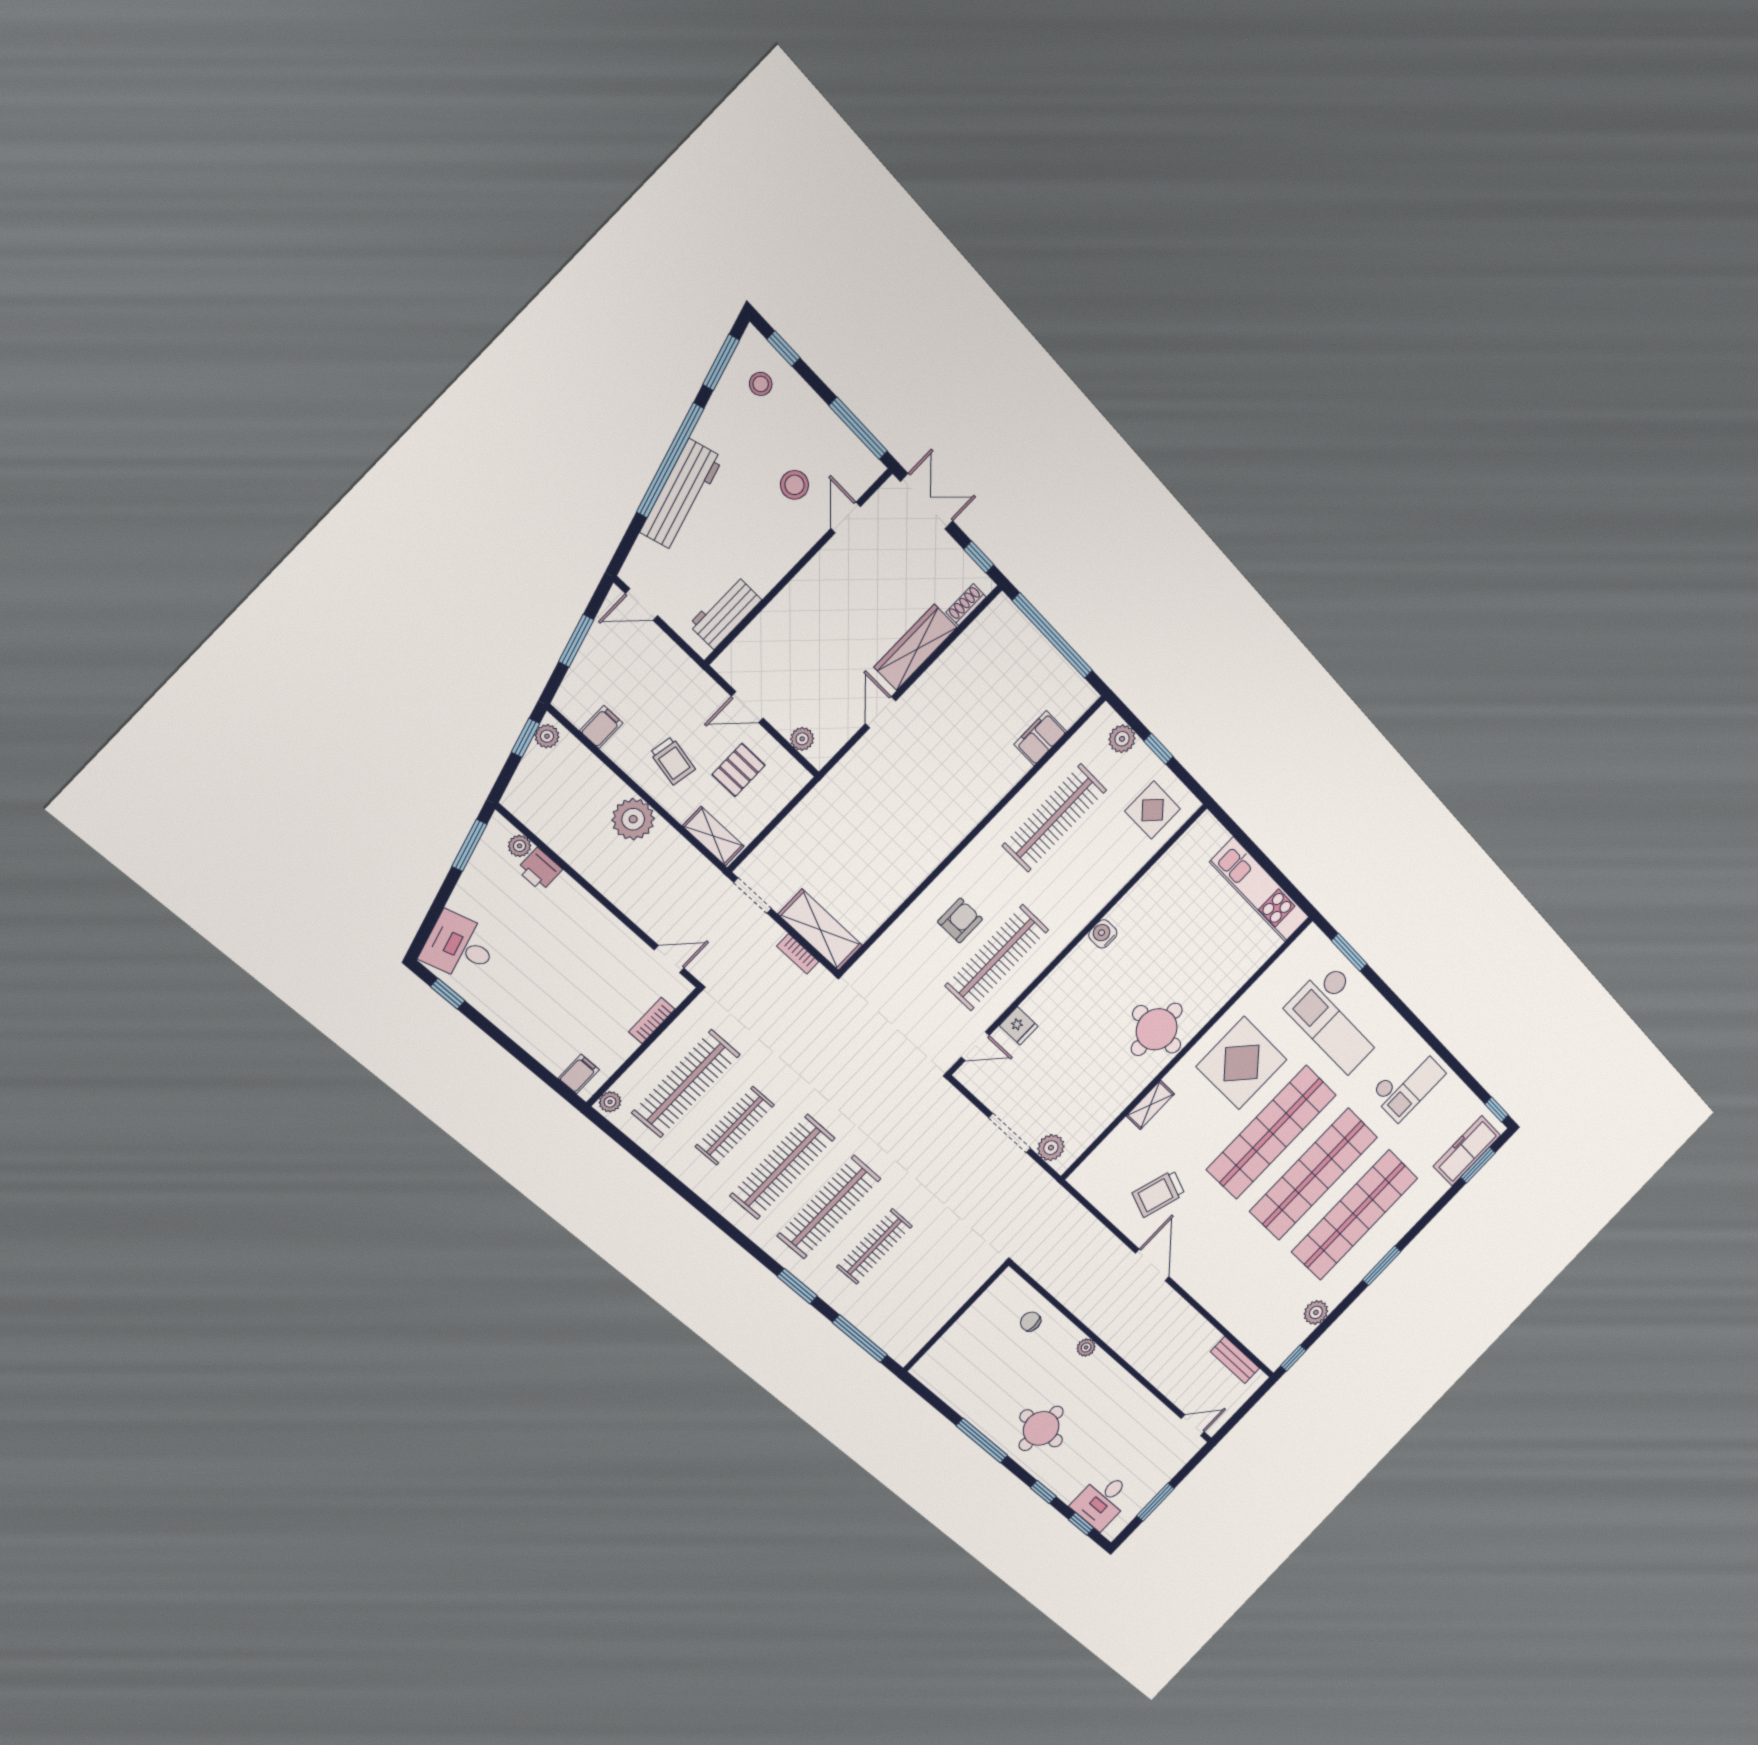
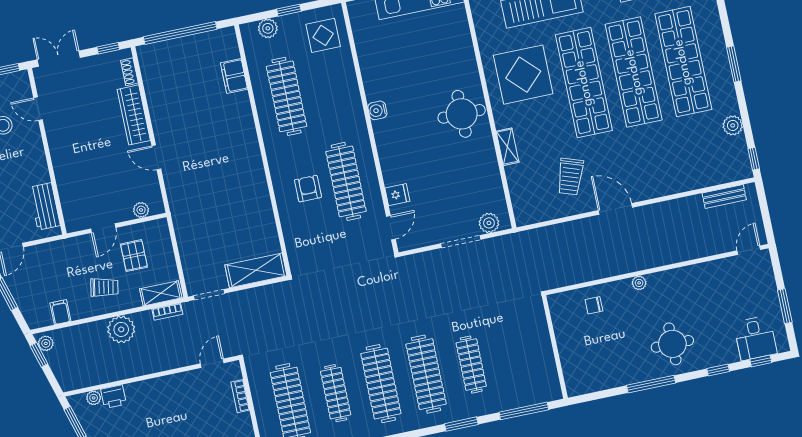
bookcase: (798, 954) -> (167, 312), moved

